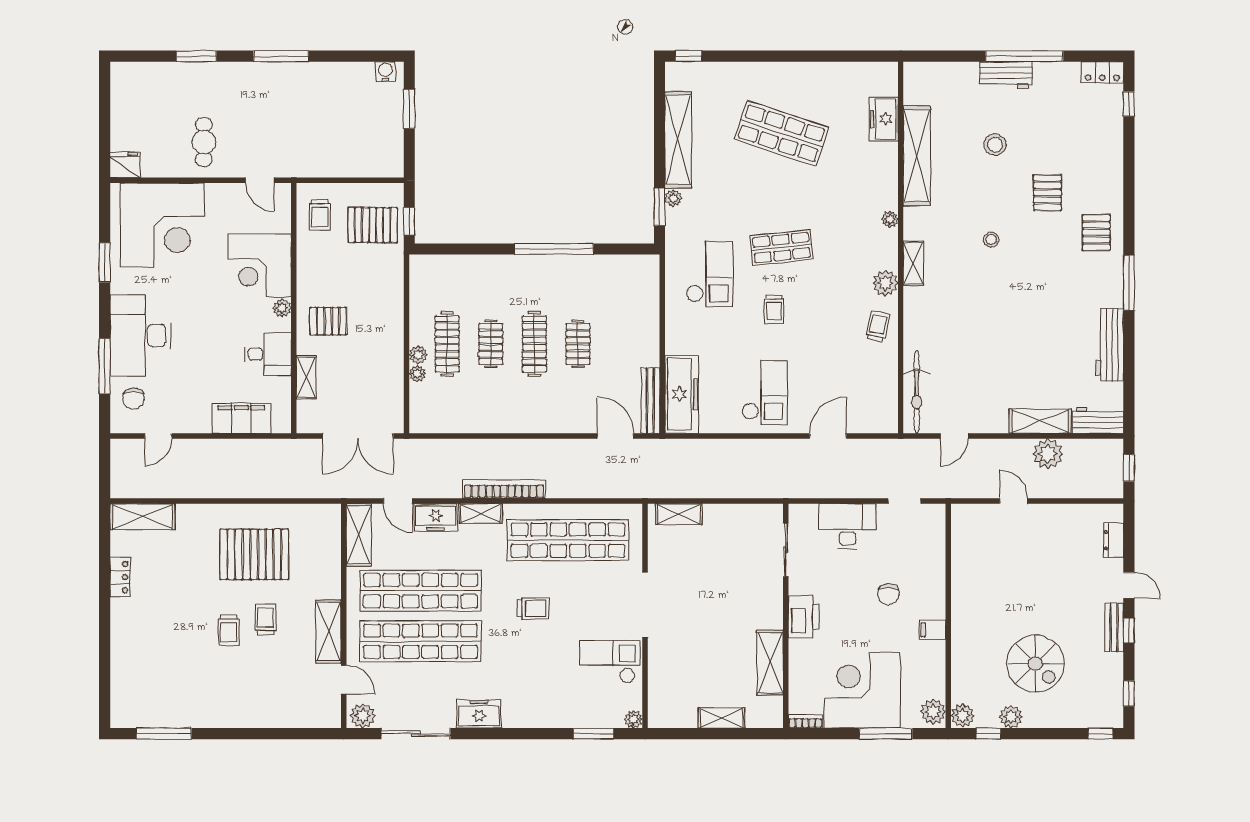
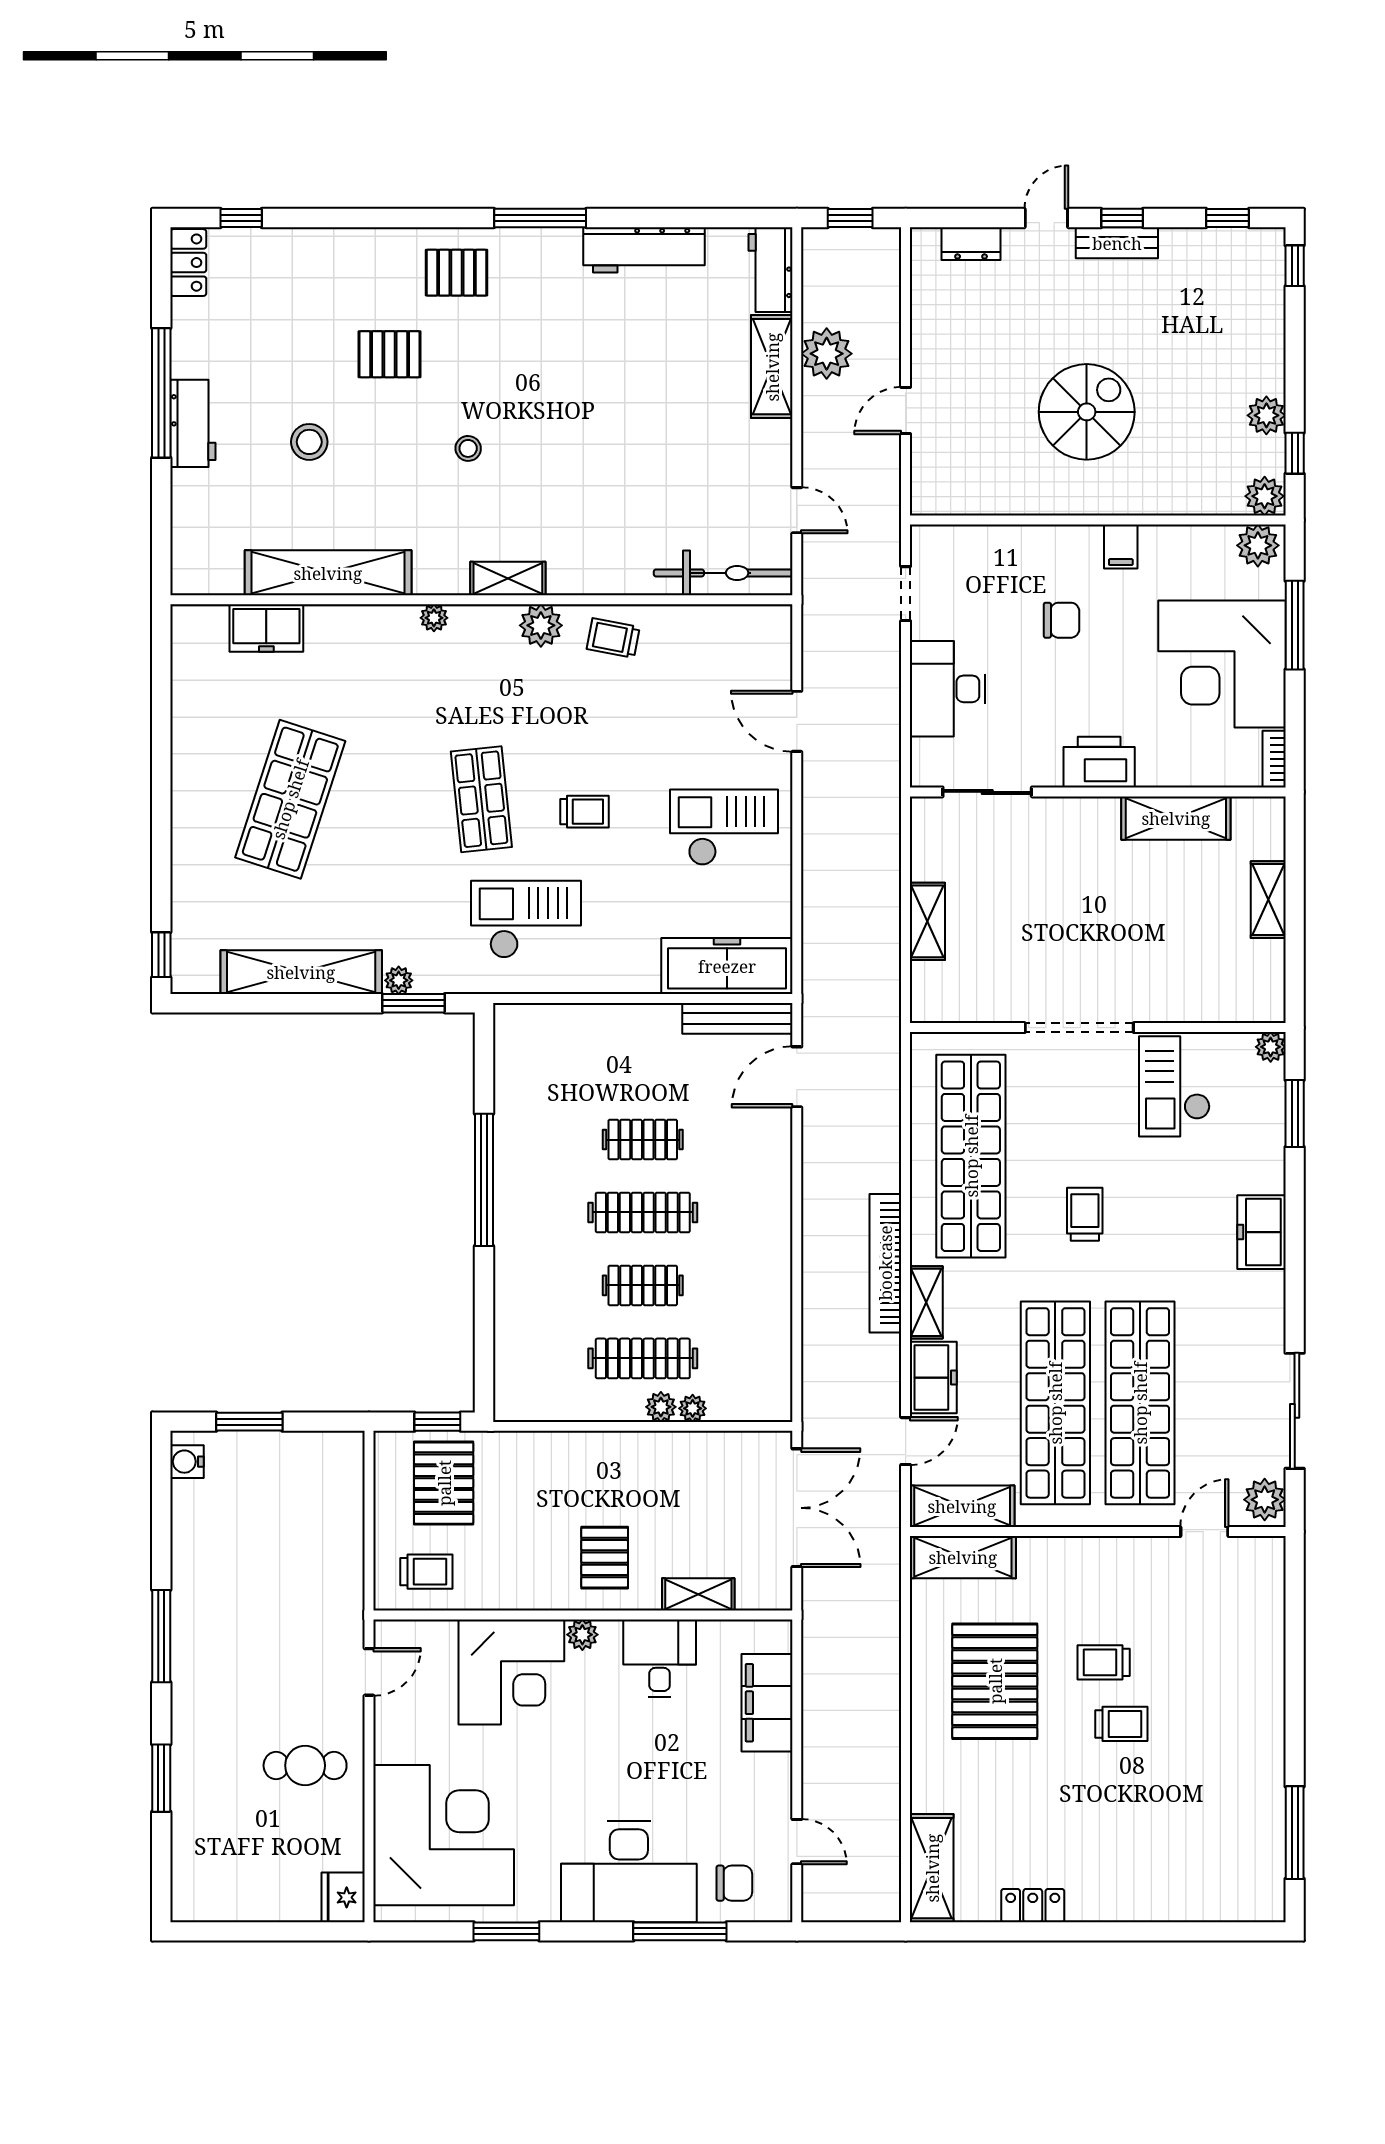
shelving: (679, 514) -> (927, 921), moved
shelving: (328, 631) -> (963, 1557), moved
spiral stairs: (1035, 664) -> (1087, 412), moved
freezer: (479, 714) -> (1261, 1232), moved

